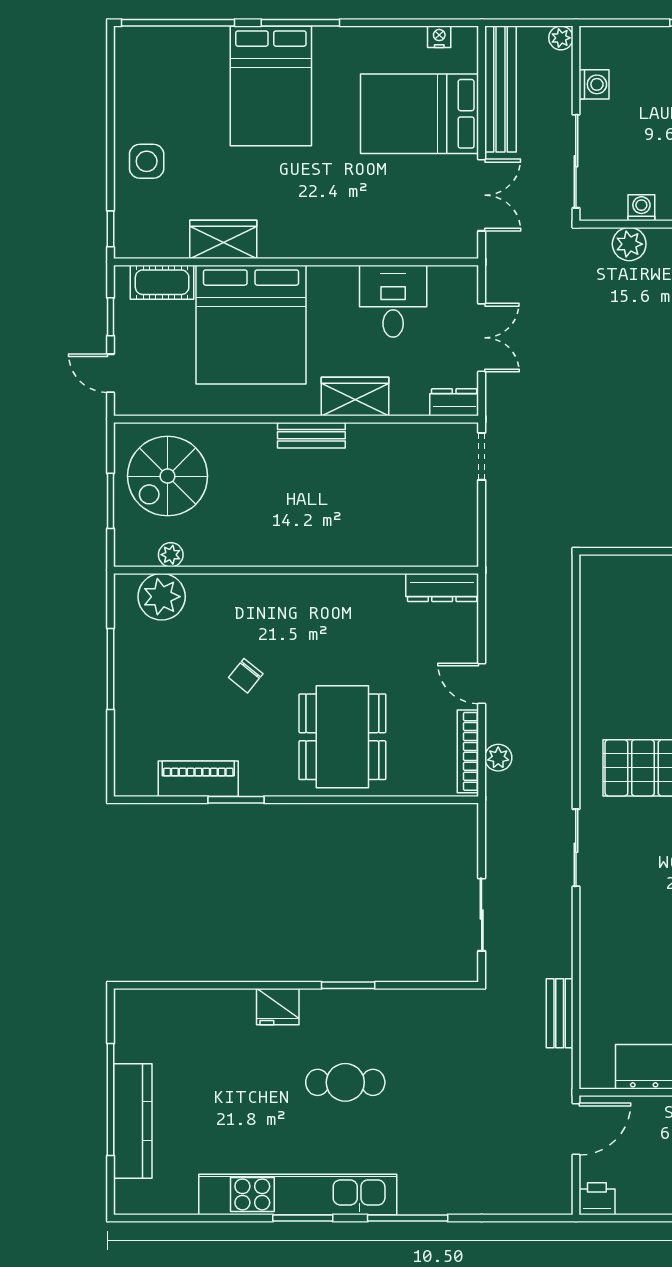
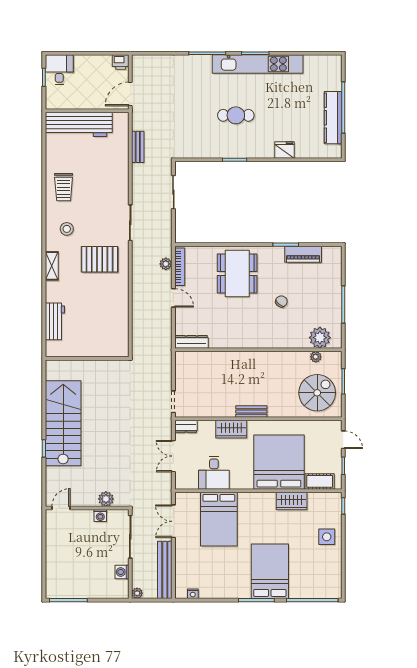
bed: (420, 114) -> (219, 519), moved, turned 90
fridge: (278, 1007) -> (285, 150), moved
kitchen counter: (133, 1121) -> (333, 118), moved

